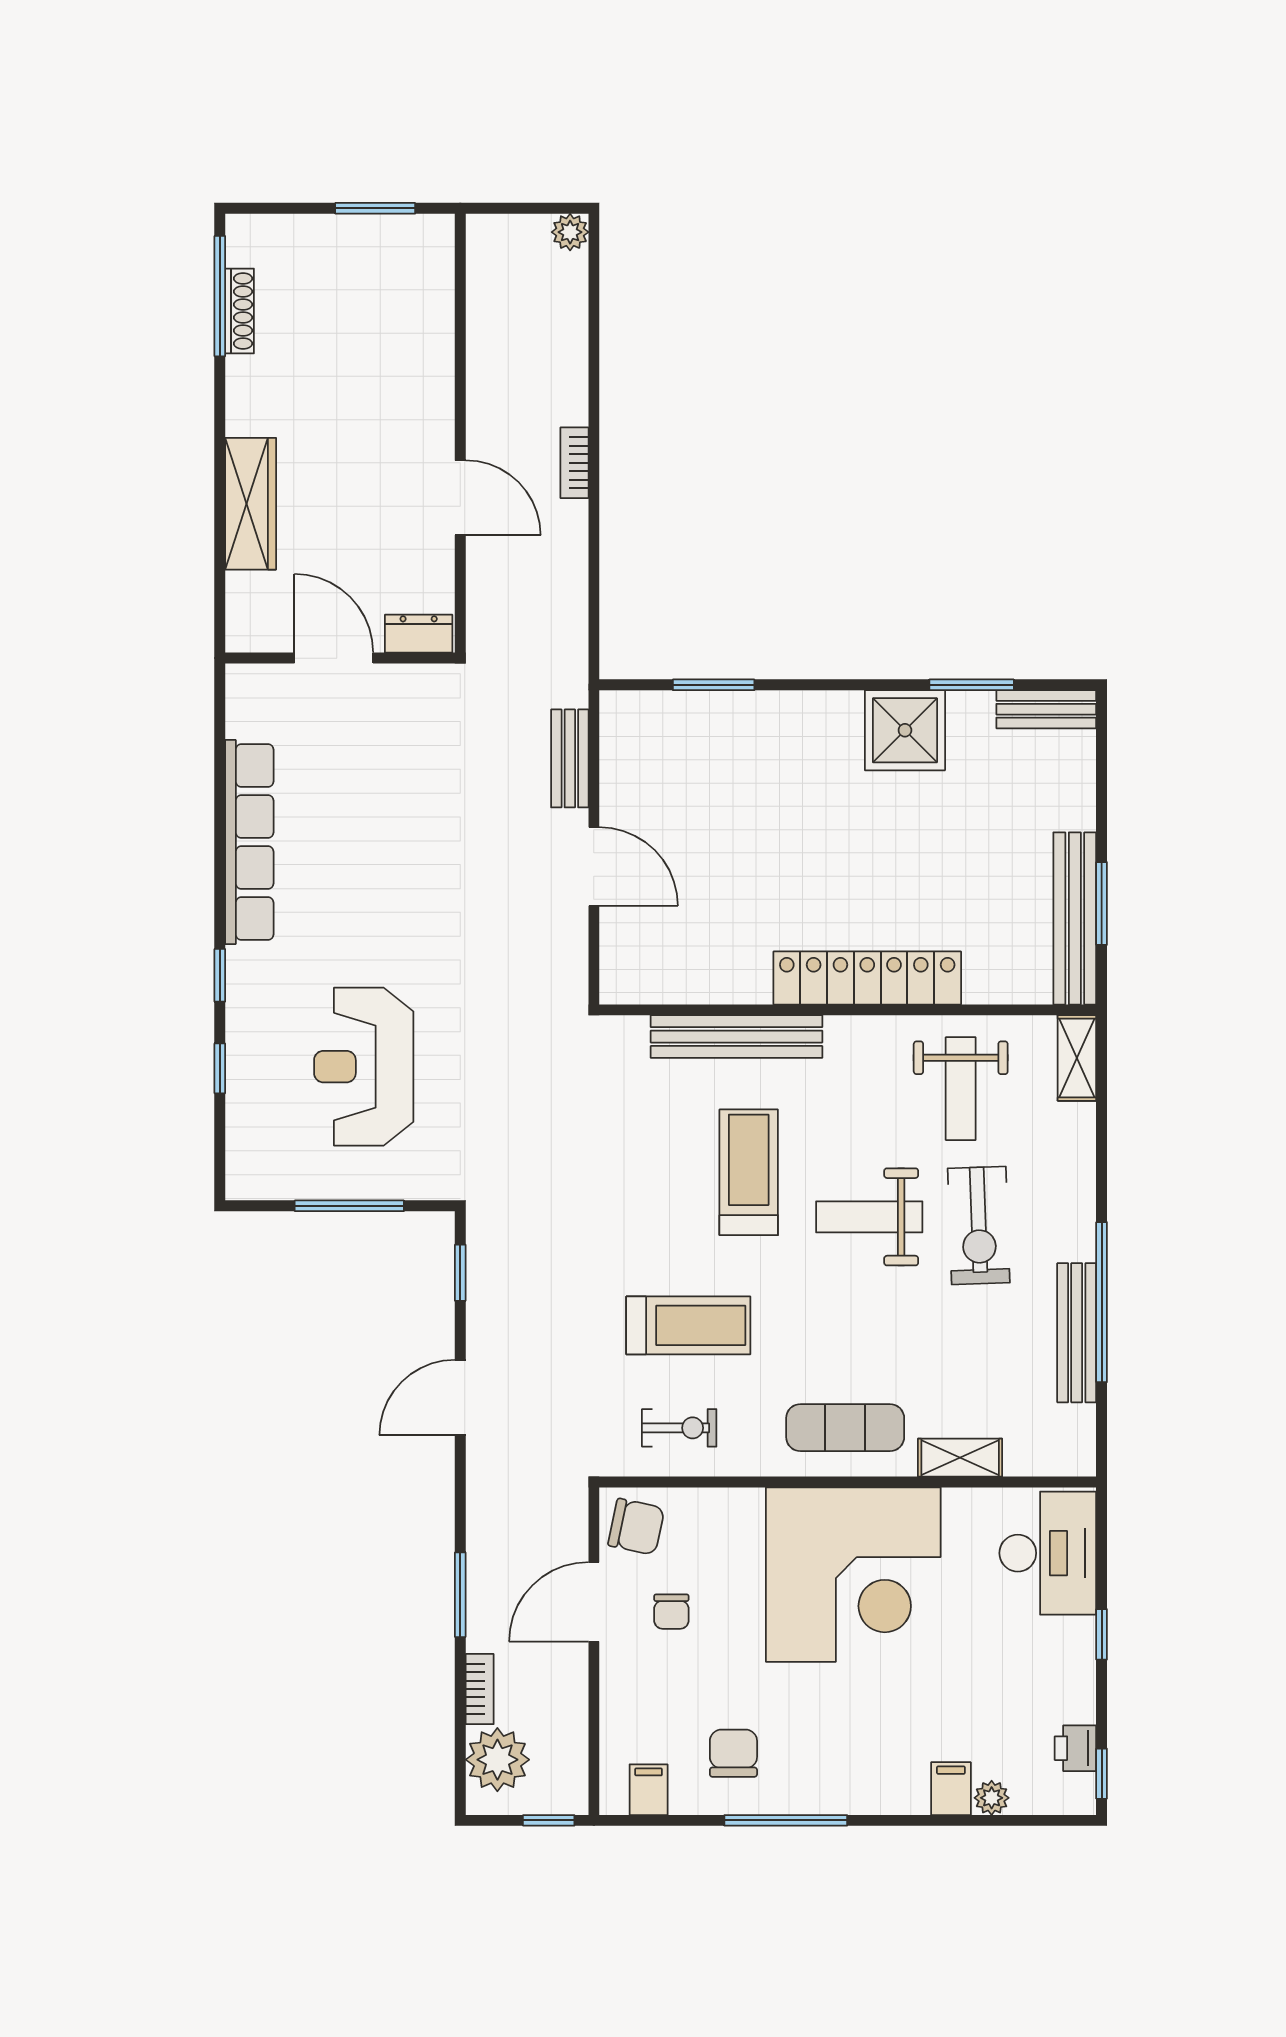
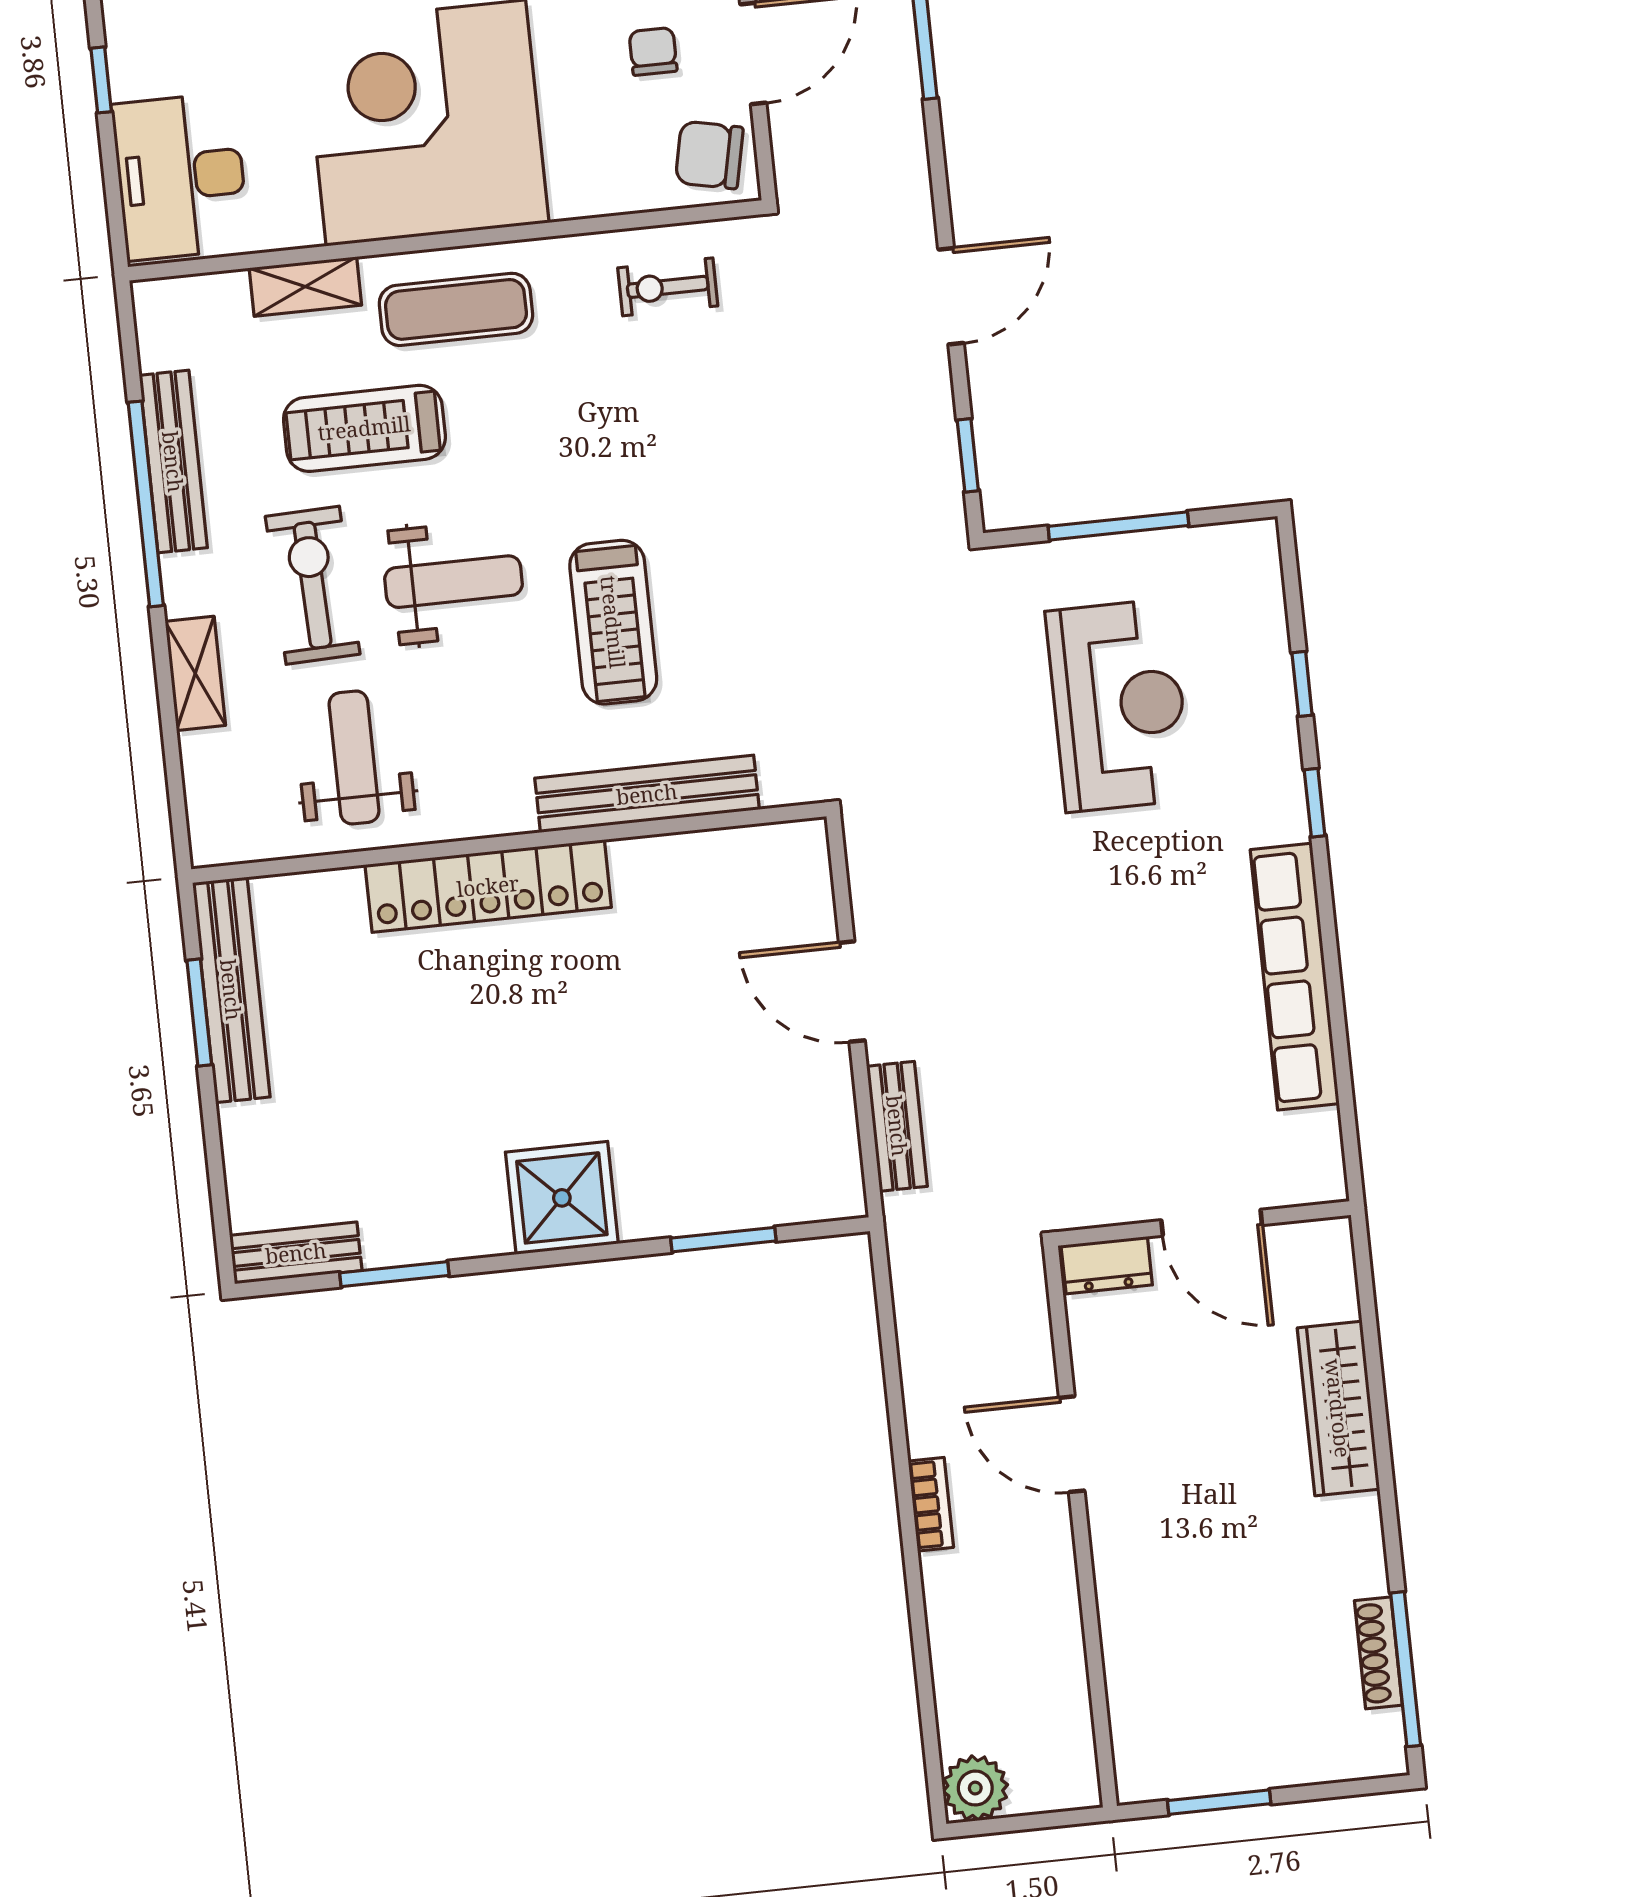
plant: (570, 232) -> (975, 1788), width x1.38, depth x1.38
shower: (905, 730) -> (562, 1198), moved
shelving: (1077, 1058) -> (195, 673), moved
treadmill: (688, 1325) -> (364, 428), moved

